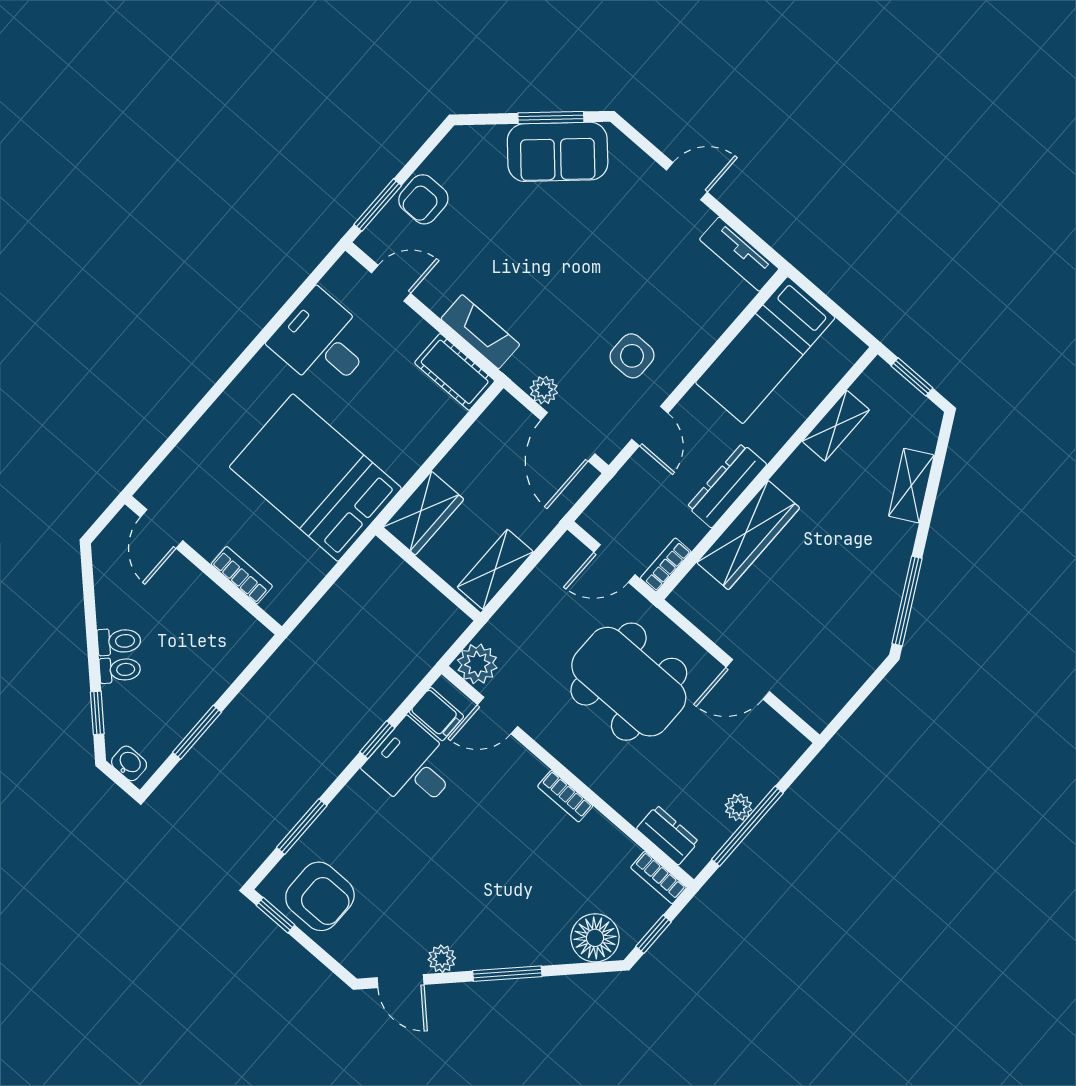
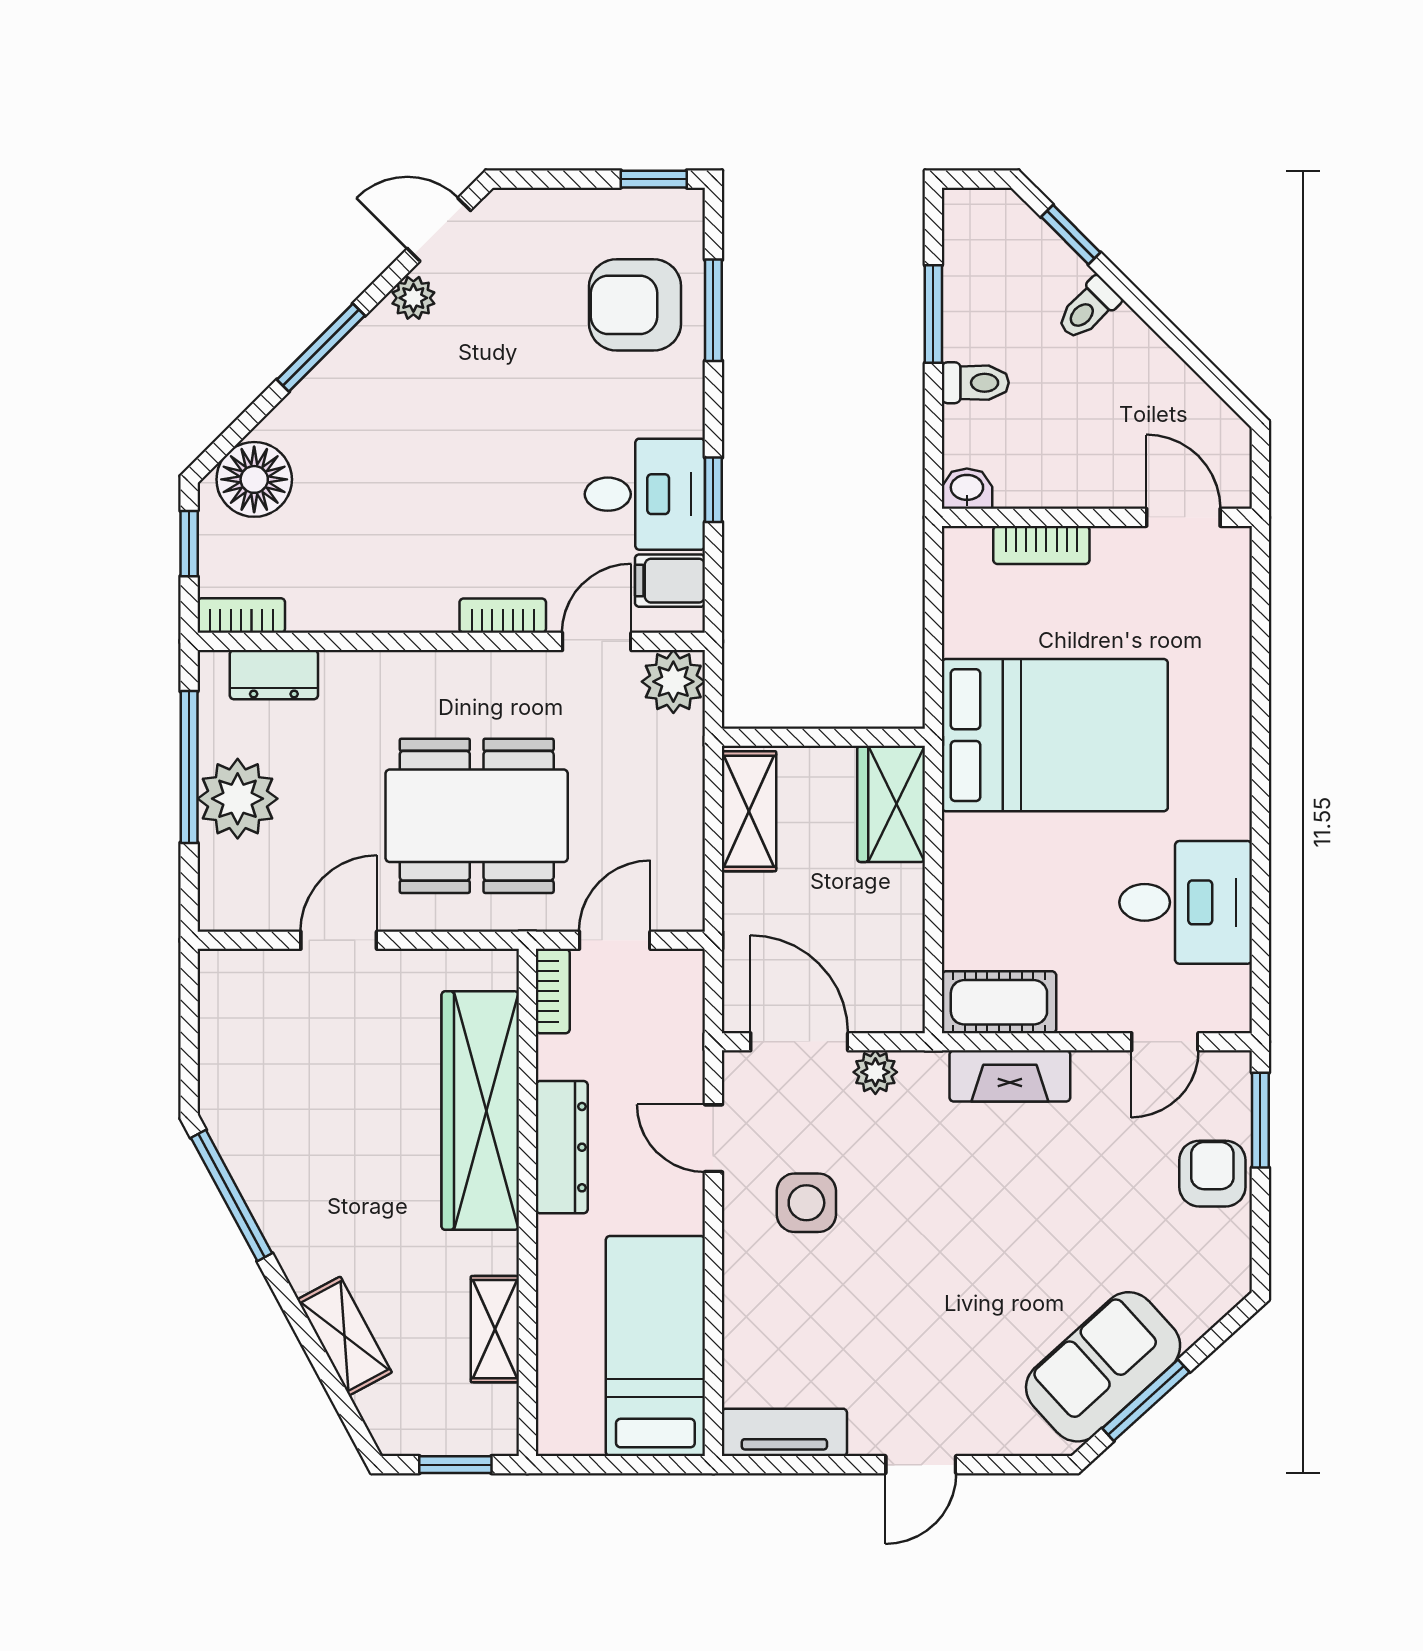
wardrobe: (748, 535) -> (480, 1111), width x1.40, depth x1.17
toilet: (119, 641) -> (975, 383), moved, turned -135
washbasin: (129, 763) -> (967, 489), moved, turned 180
bookcase: (565, 796) -> (503, 616), moved
plant: (738, 807) -> (238, 799), width x1.88, depth x1.88
armchair: (320, 896) -> (635, 305), moved

